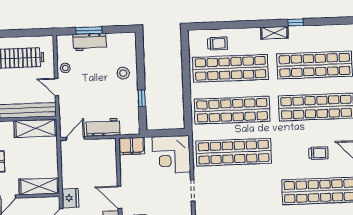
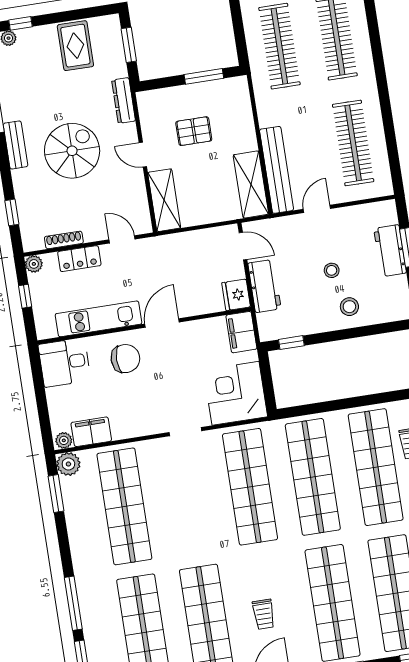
stool: (65, 68) -> (332, 270), moved
window: (142, 98) -> (291, 343), moved
fridge: (70, 198) -> (236, 295), moved, turned 90

